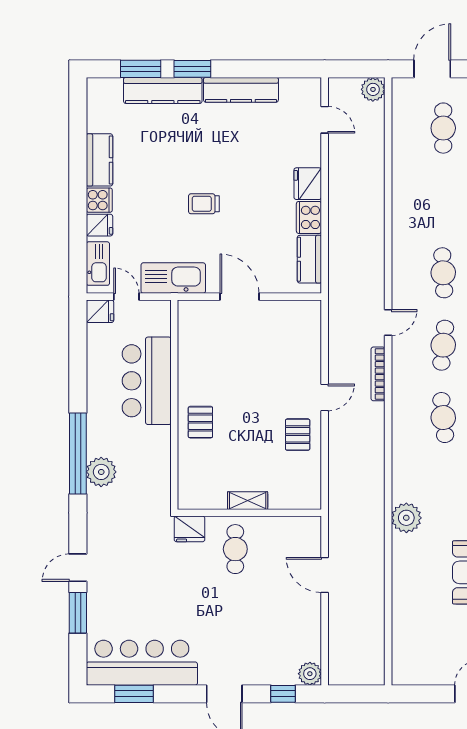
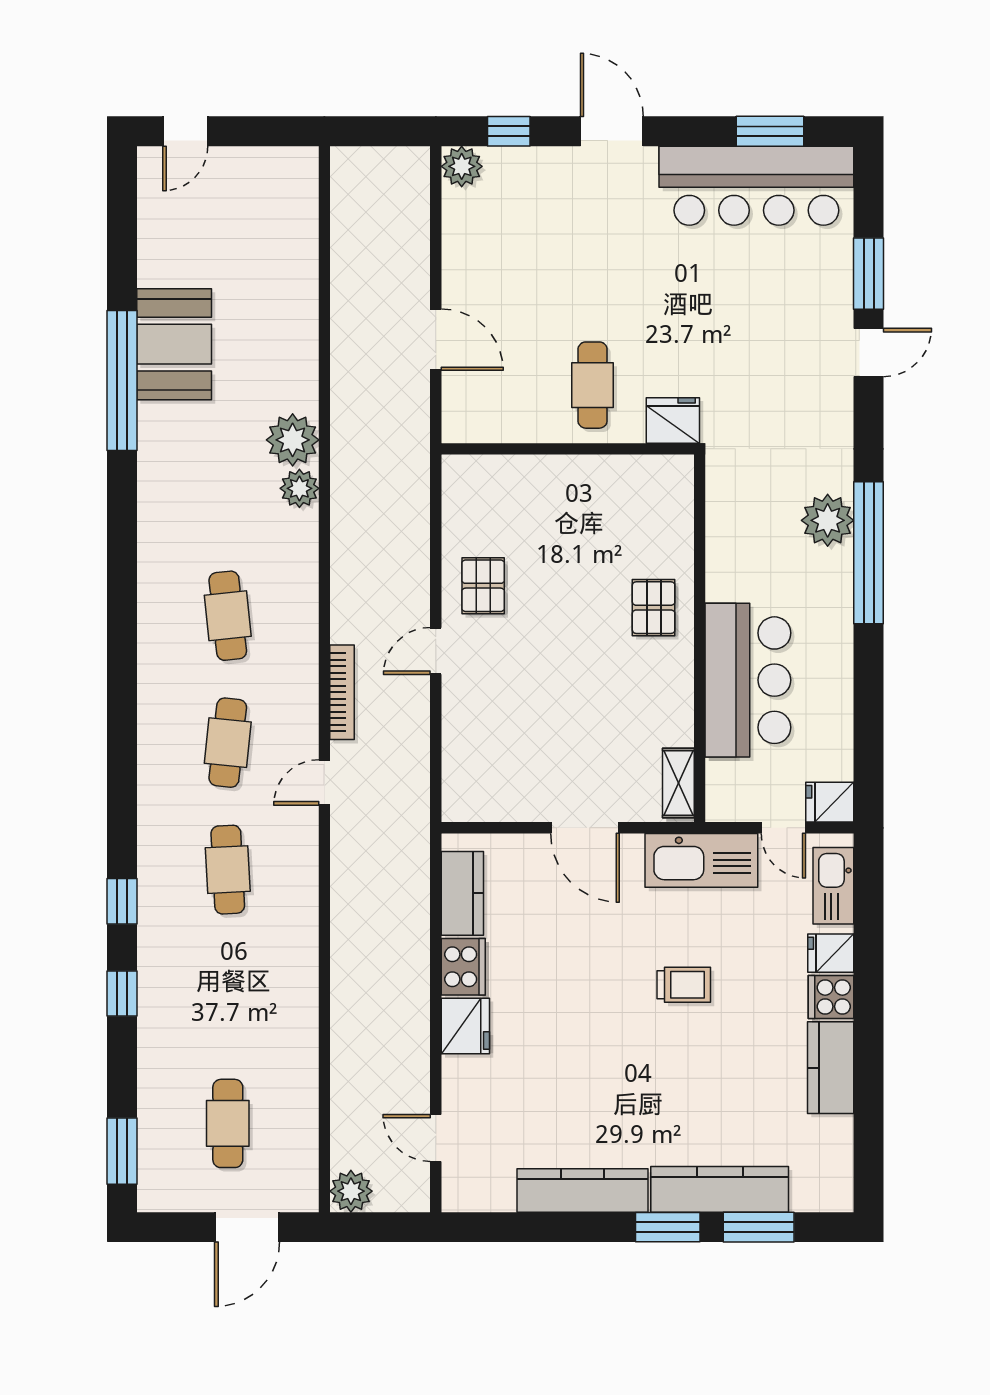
trolley: (204, 204) -> (684, 985), moved
plant: (402, 490) -> (299, 488), added
shelving: (248, 501) -> (678, 783), moved, turned 90

